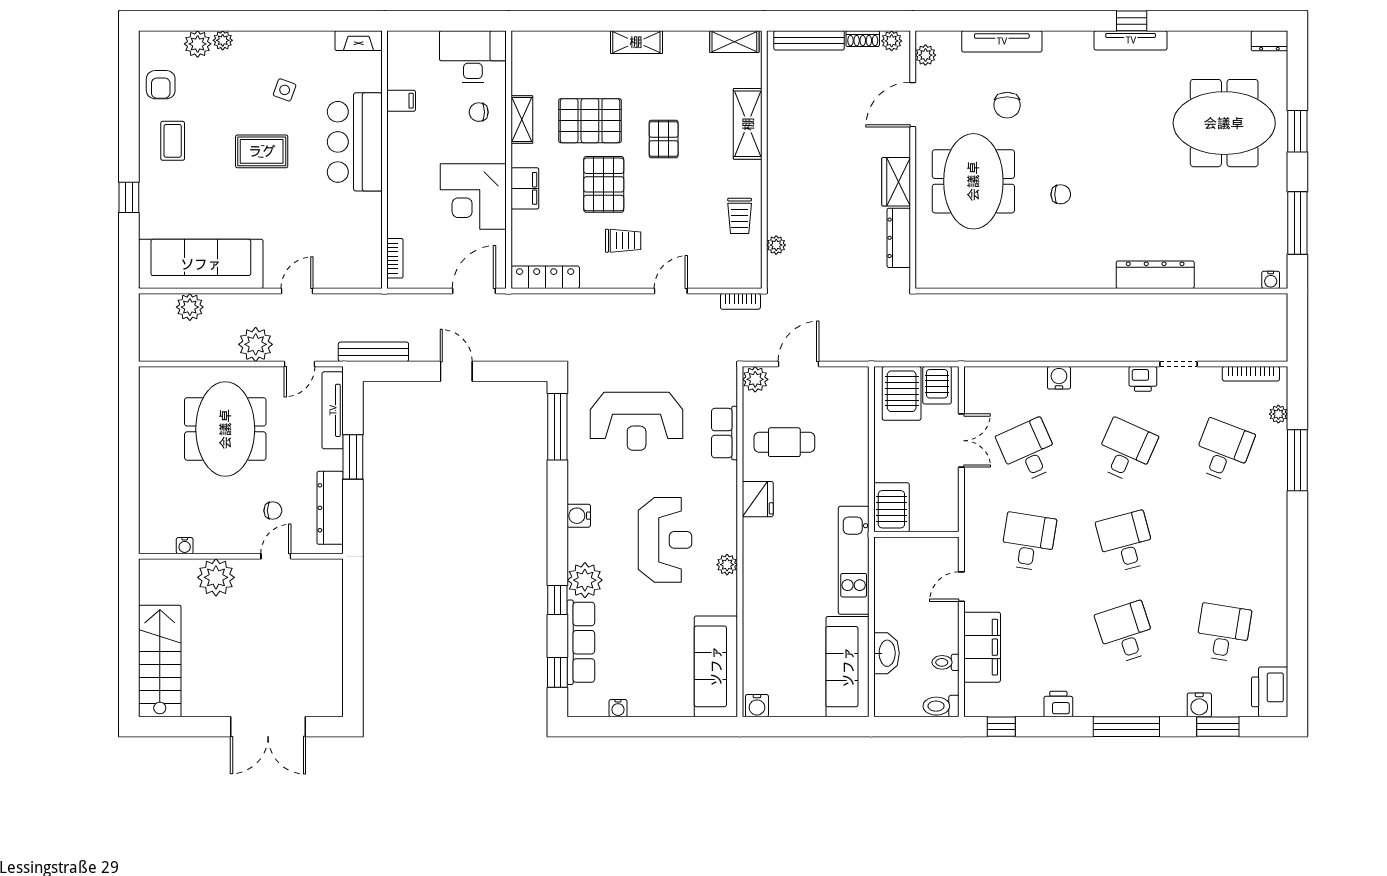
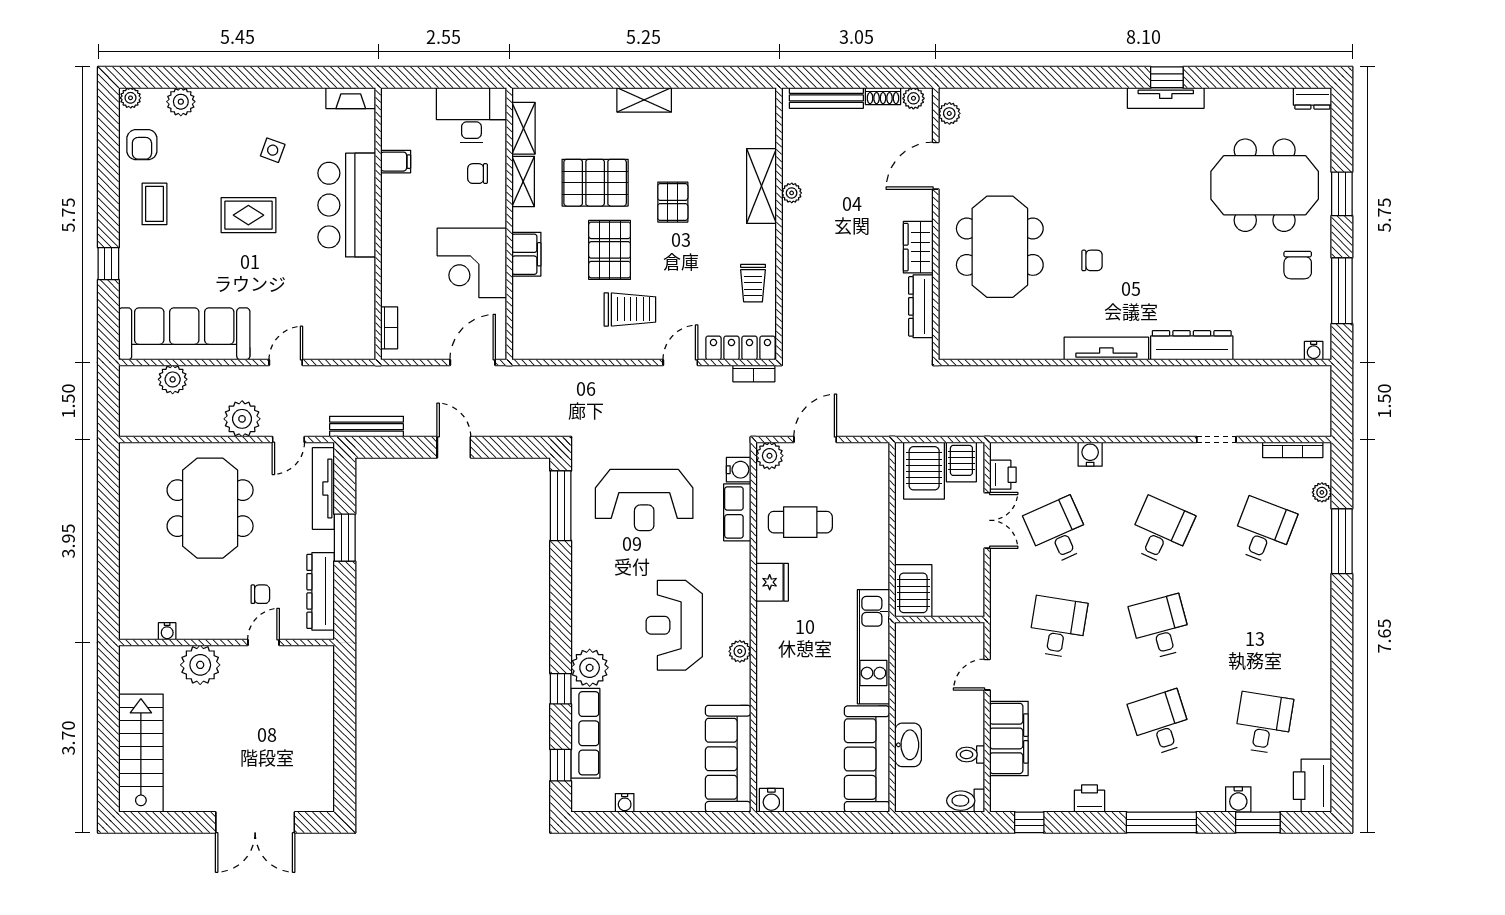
plant: (223, 40) -> (131, 98), moved
tv unit: (1002, 41) -> (1106, 348), moved, turned 180
shelving: (734, 42) -> (523, 128), moved, turned 90
chair: (1007, 105) -> (1298, 265), moved
trolley: (623, 241) -> (630, 309), width x1.36, depth x1.39
plant: (776, 245) -> (792, 193), moved
locker: (545, 277) -> (740, 348), moved
printer: (1143, 379) -> (1003, 475), moved, turned -90
water cooler: (579, 516) -> (739, 470), moved, turned 180
reception desk: (665, 540) -> (674, 625), turned 180

